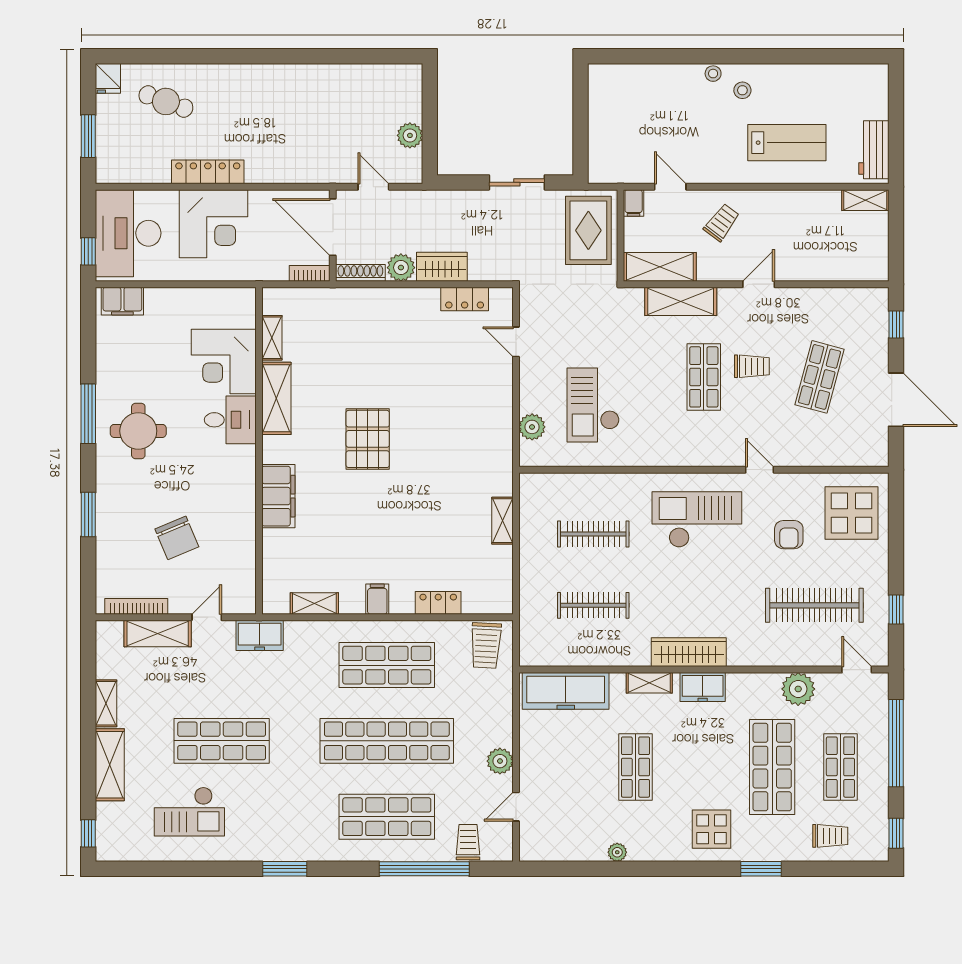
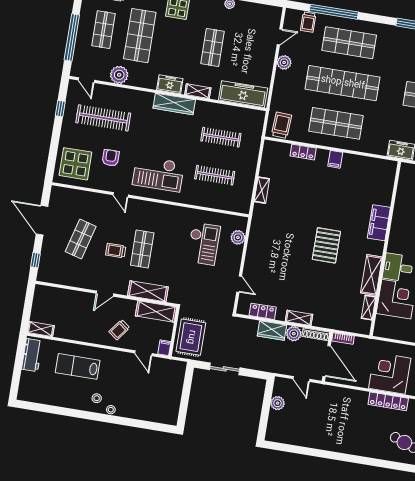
shelving: (314, 604) -> (299, 318), moved

